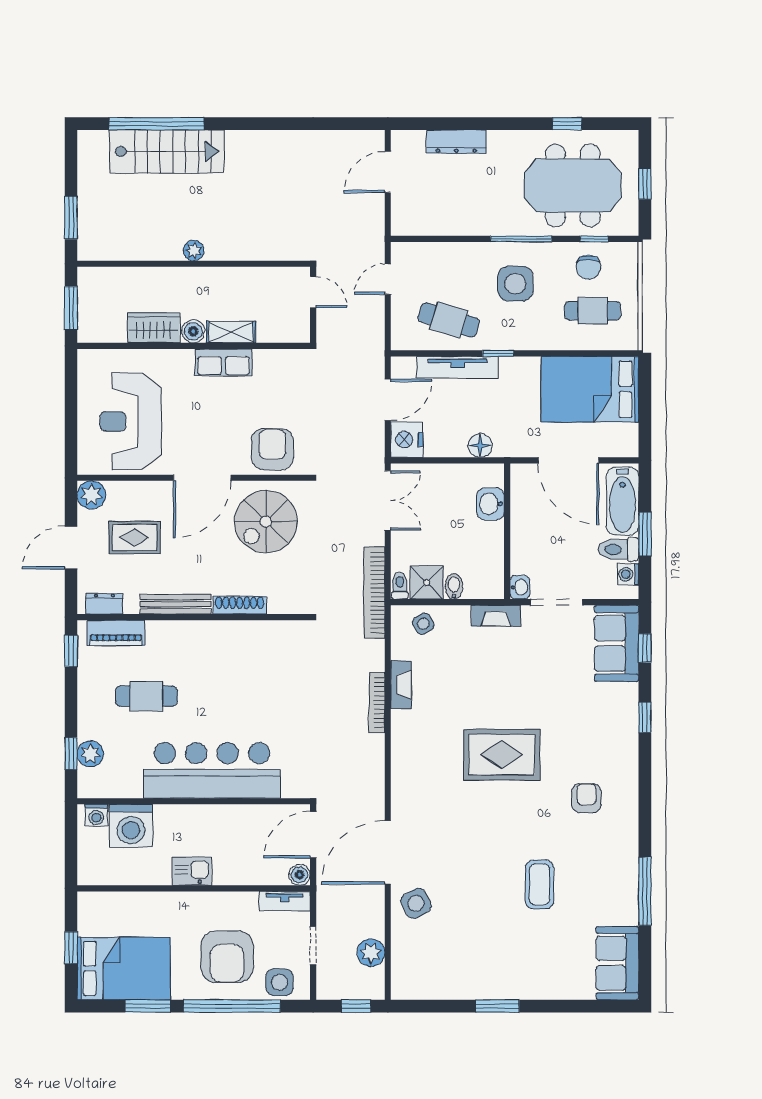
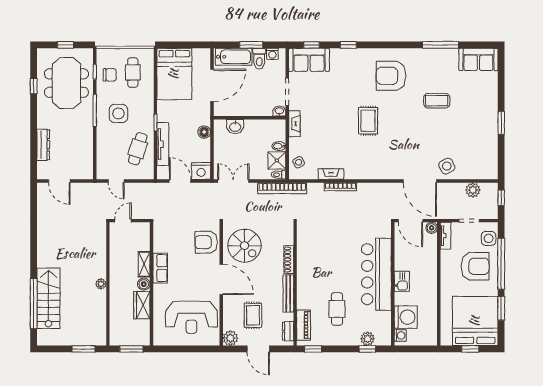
rug: (502, 755) -> (368, 121), width x0.73, depth x0.70
armchair: (586, 798) -> (391, 76), width x1.88, depth x1.88
kitchen sink: (192, 871) -> (402, 281), moved, turned 180
bed: (124, 968) -> (475, 321), width x1.36

